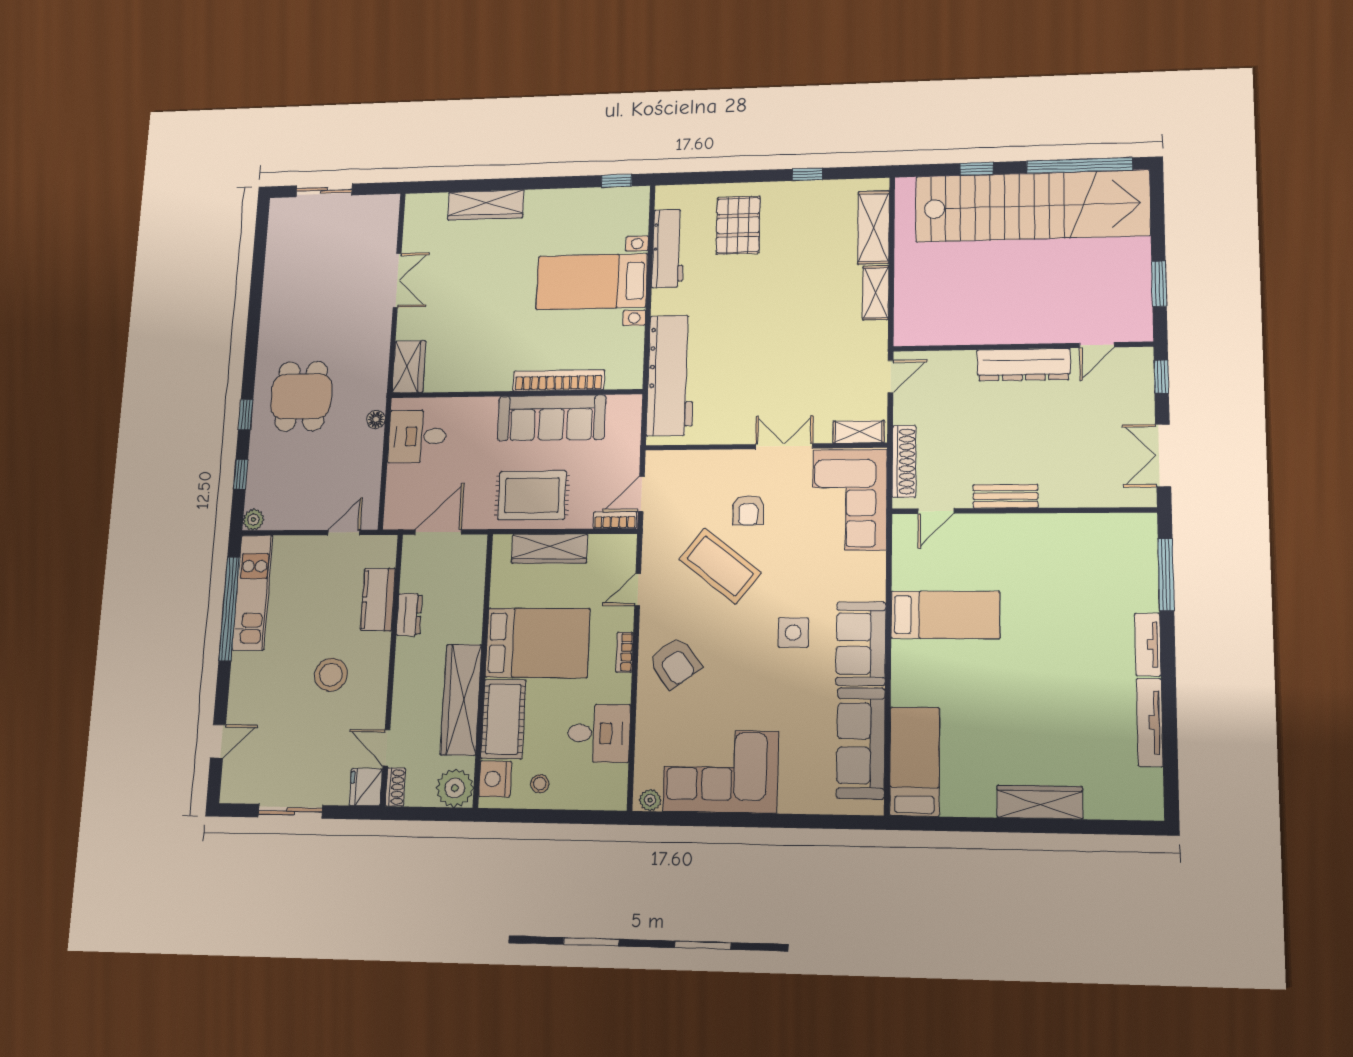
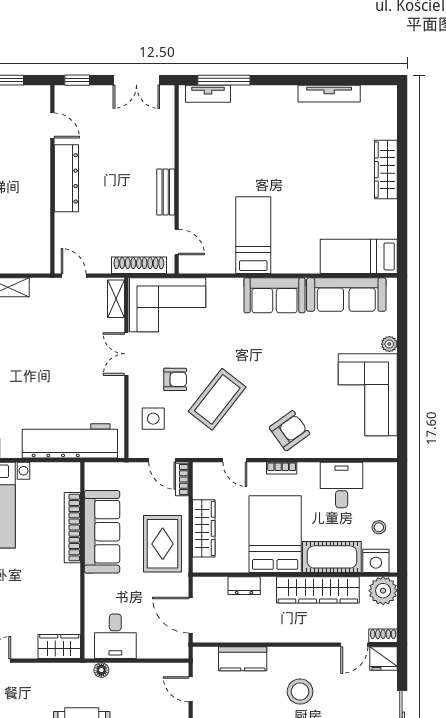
dresser: (409, 615) -> (244, 586), moved, turned 180
side table: (793, 633) -> (153, 419), moved
tv unit: (1148, 644) -> (208, 94), moved
plant: (650, 800) -> (389, 344), moved

